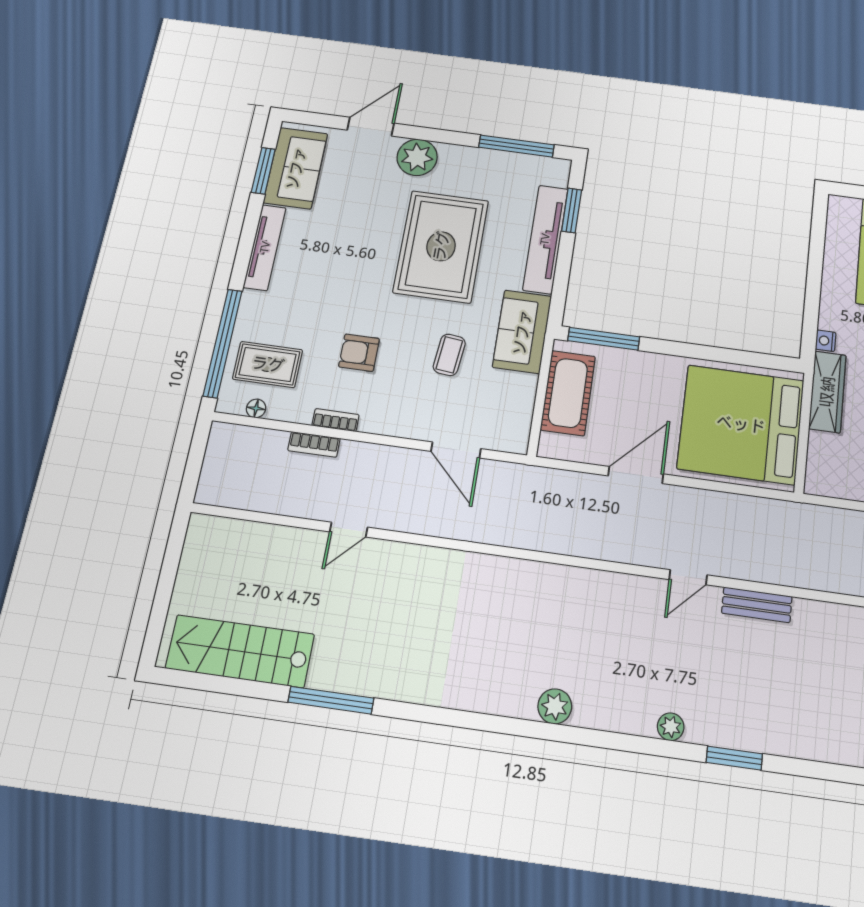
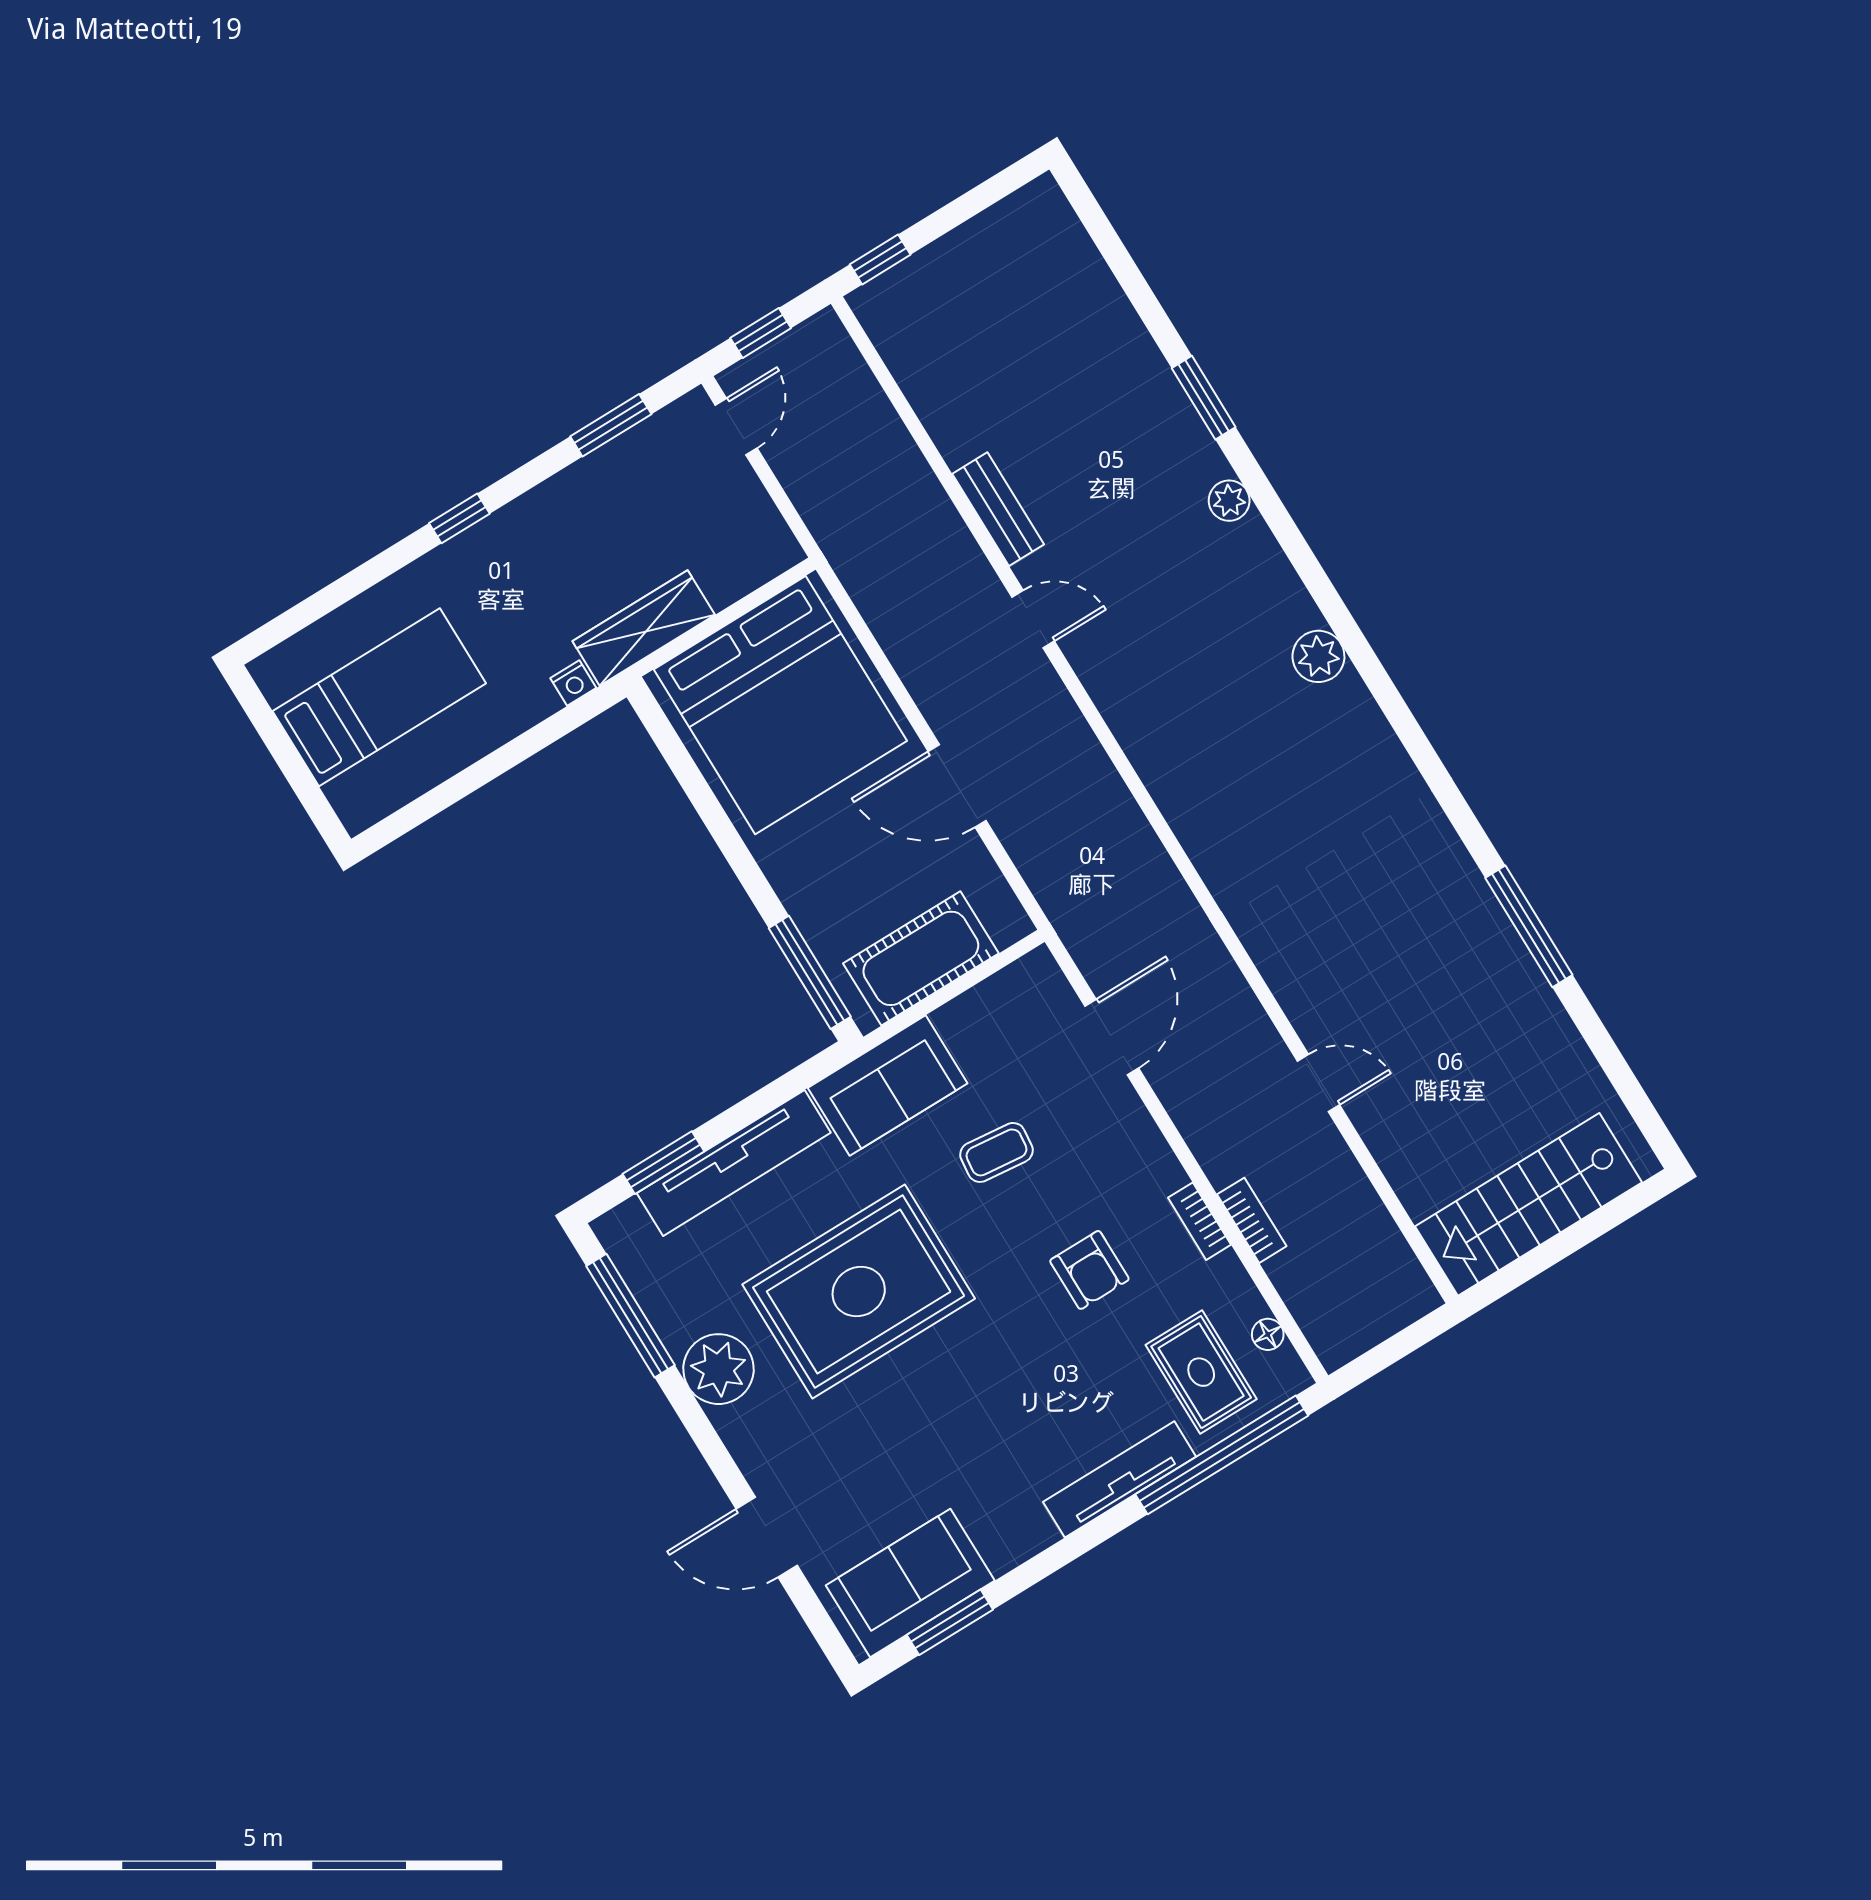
plant: (417, 157) -> (718, 1369), moved
tv unit: (265, 247) -> (1120, 1479), moved
stairs: (240, 651) -> (1529, 1204), moved, turned 90

